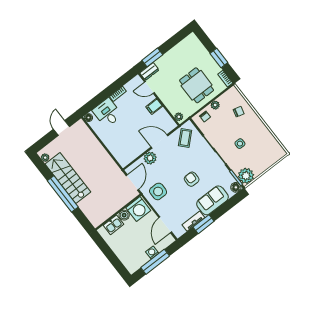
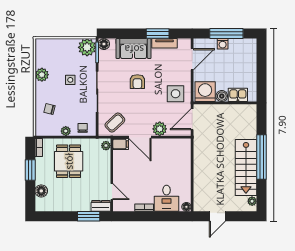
floor lamp: (200, 49) -> (41, 191), added
filing cabinet: (154, 106) -> (121, 144), moved
plant: (263, 132) -> (42, 75), added

